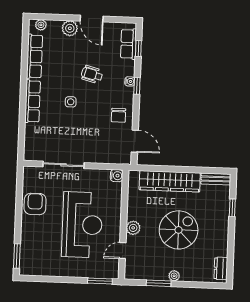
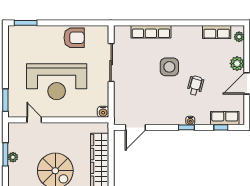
row of seats: (35, 56) -> (217, 32), width x0.68
row of seats: (33, 101) -> (151, 32), moved
side table: (71, 102) -> (169, 67), width x1.87, depth x1.87
chair: (118, 115) -> (159, 111), removed
plant: (133, 228) -> (56, 129), removed
plant: (174, 276) -> (13, 157), moved

